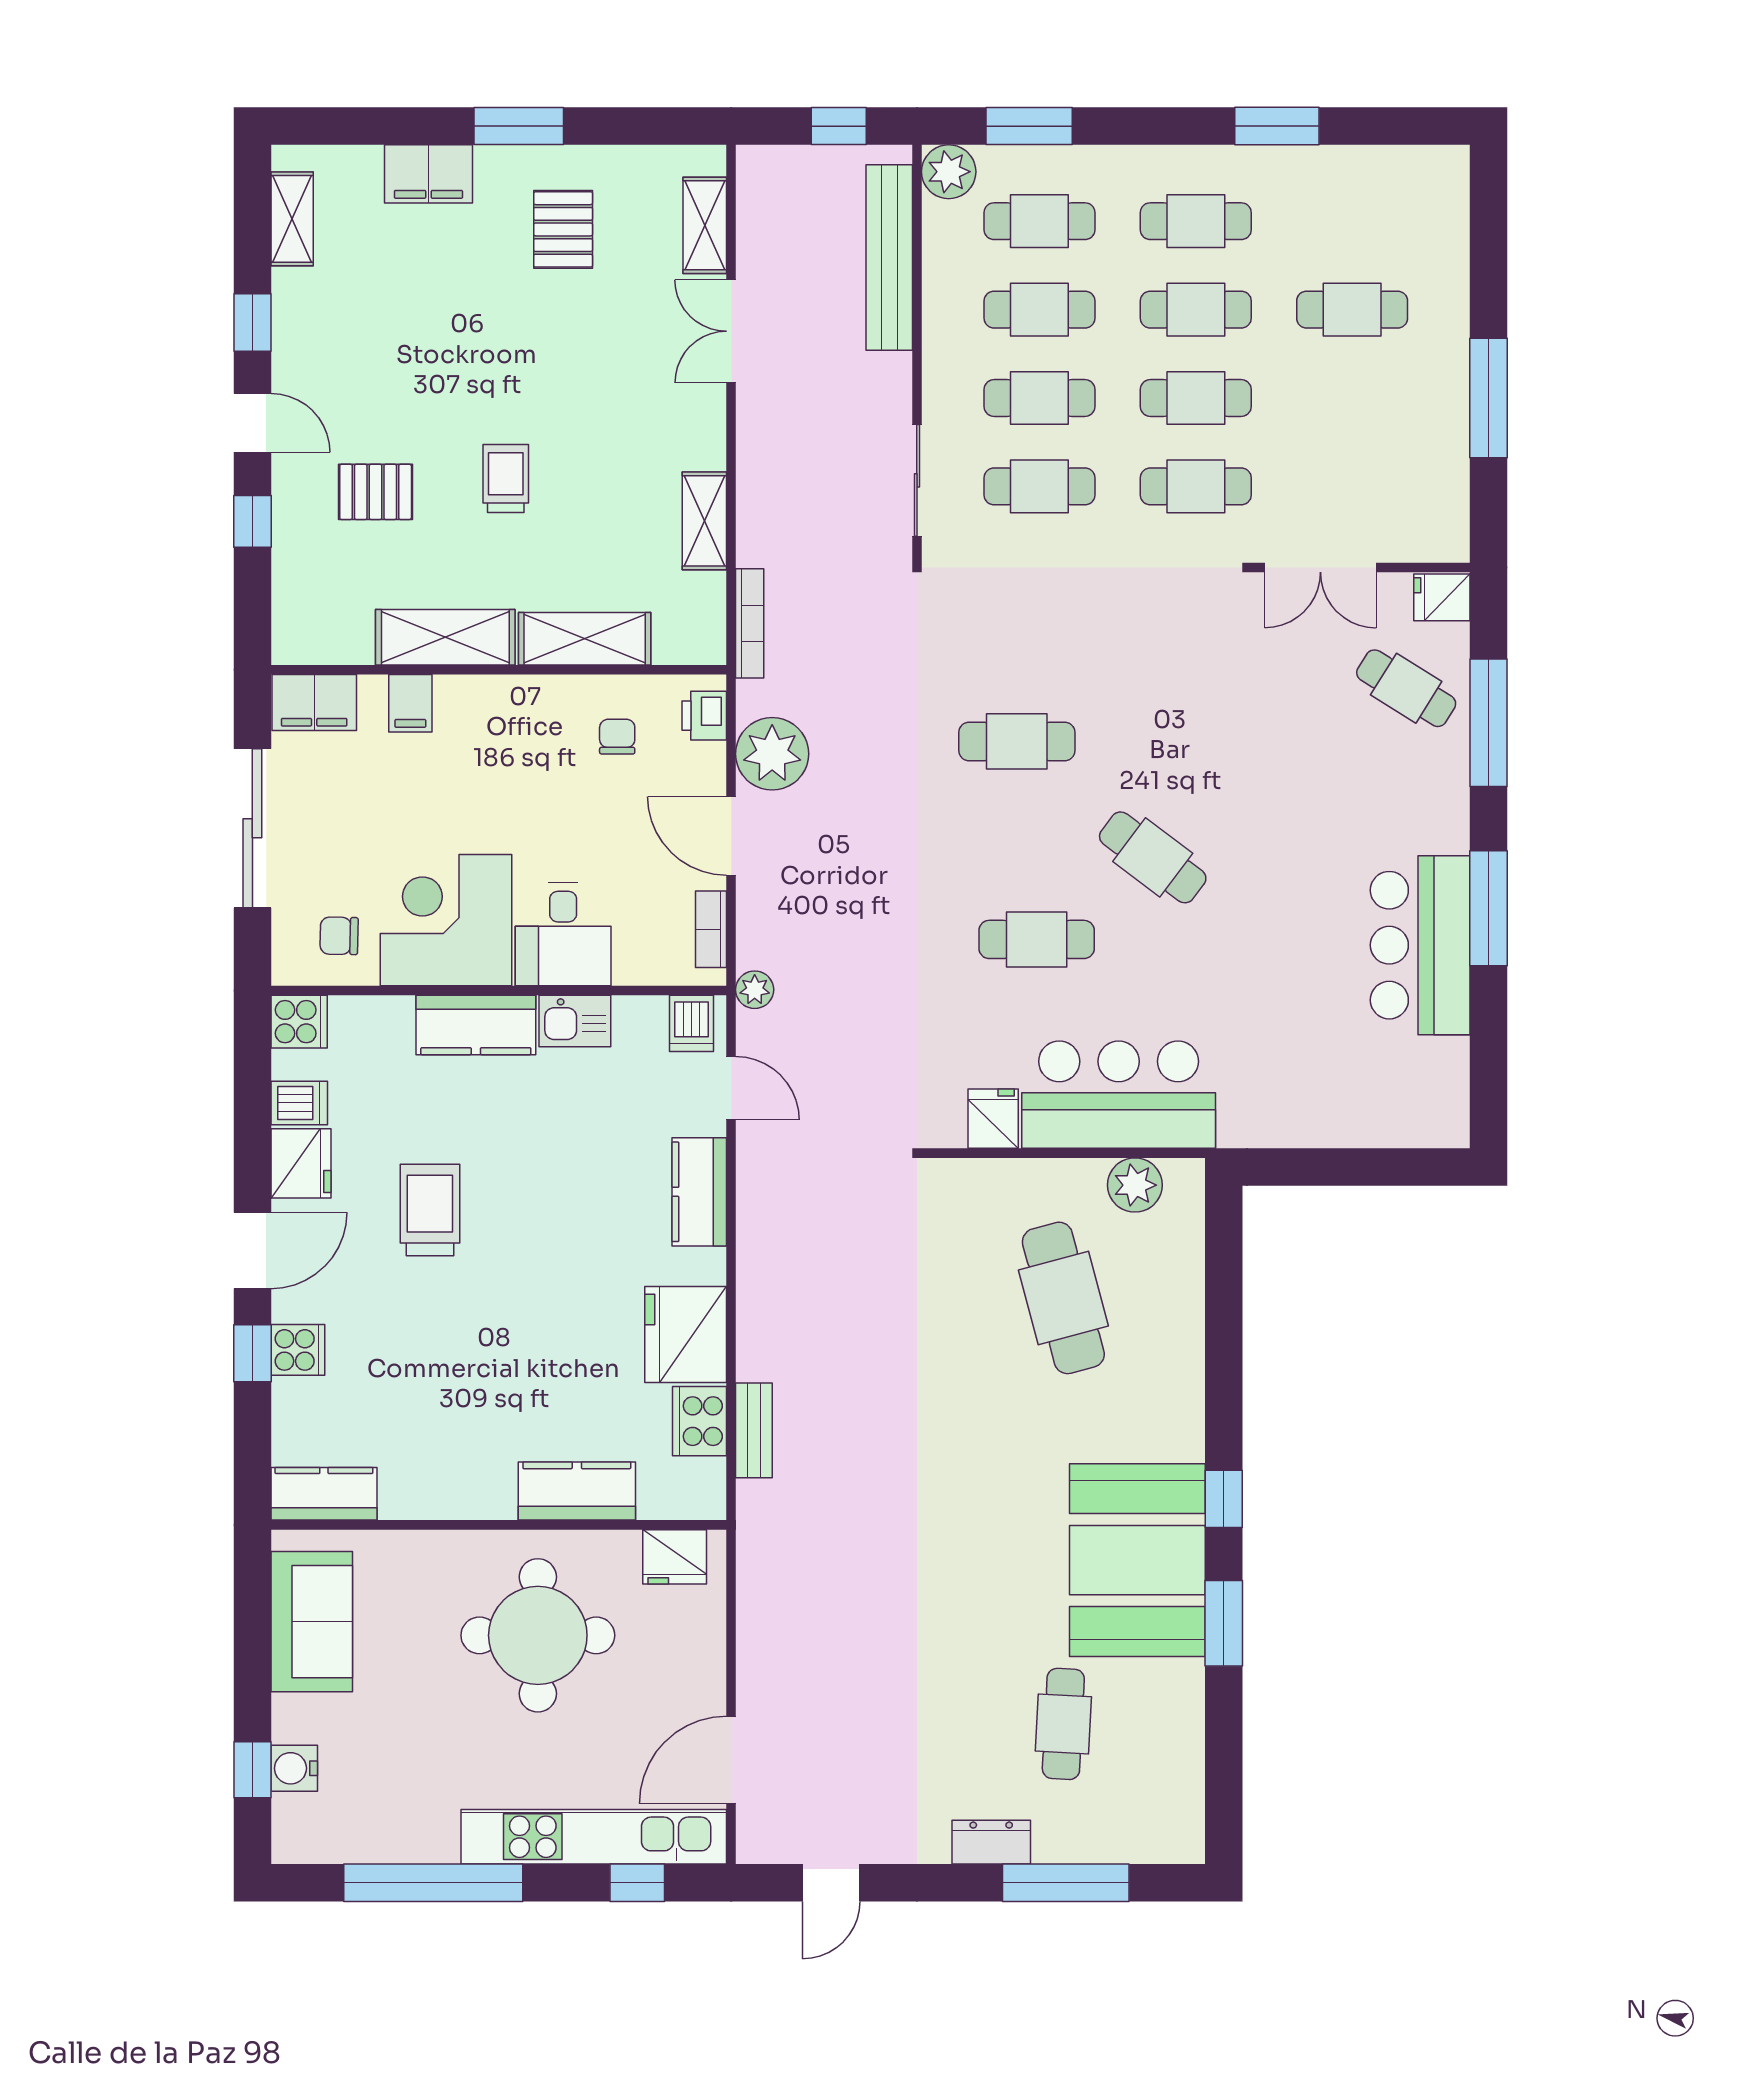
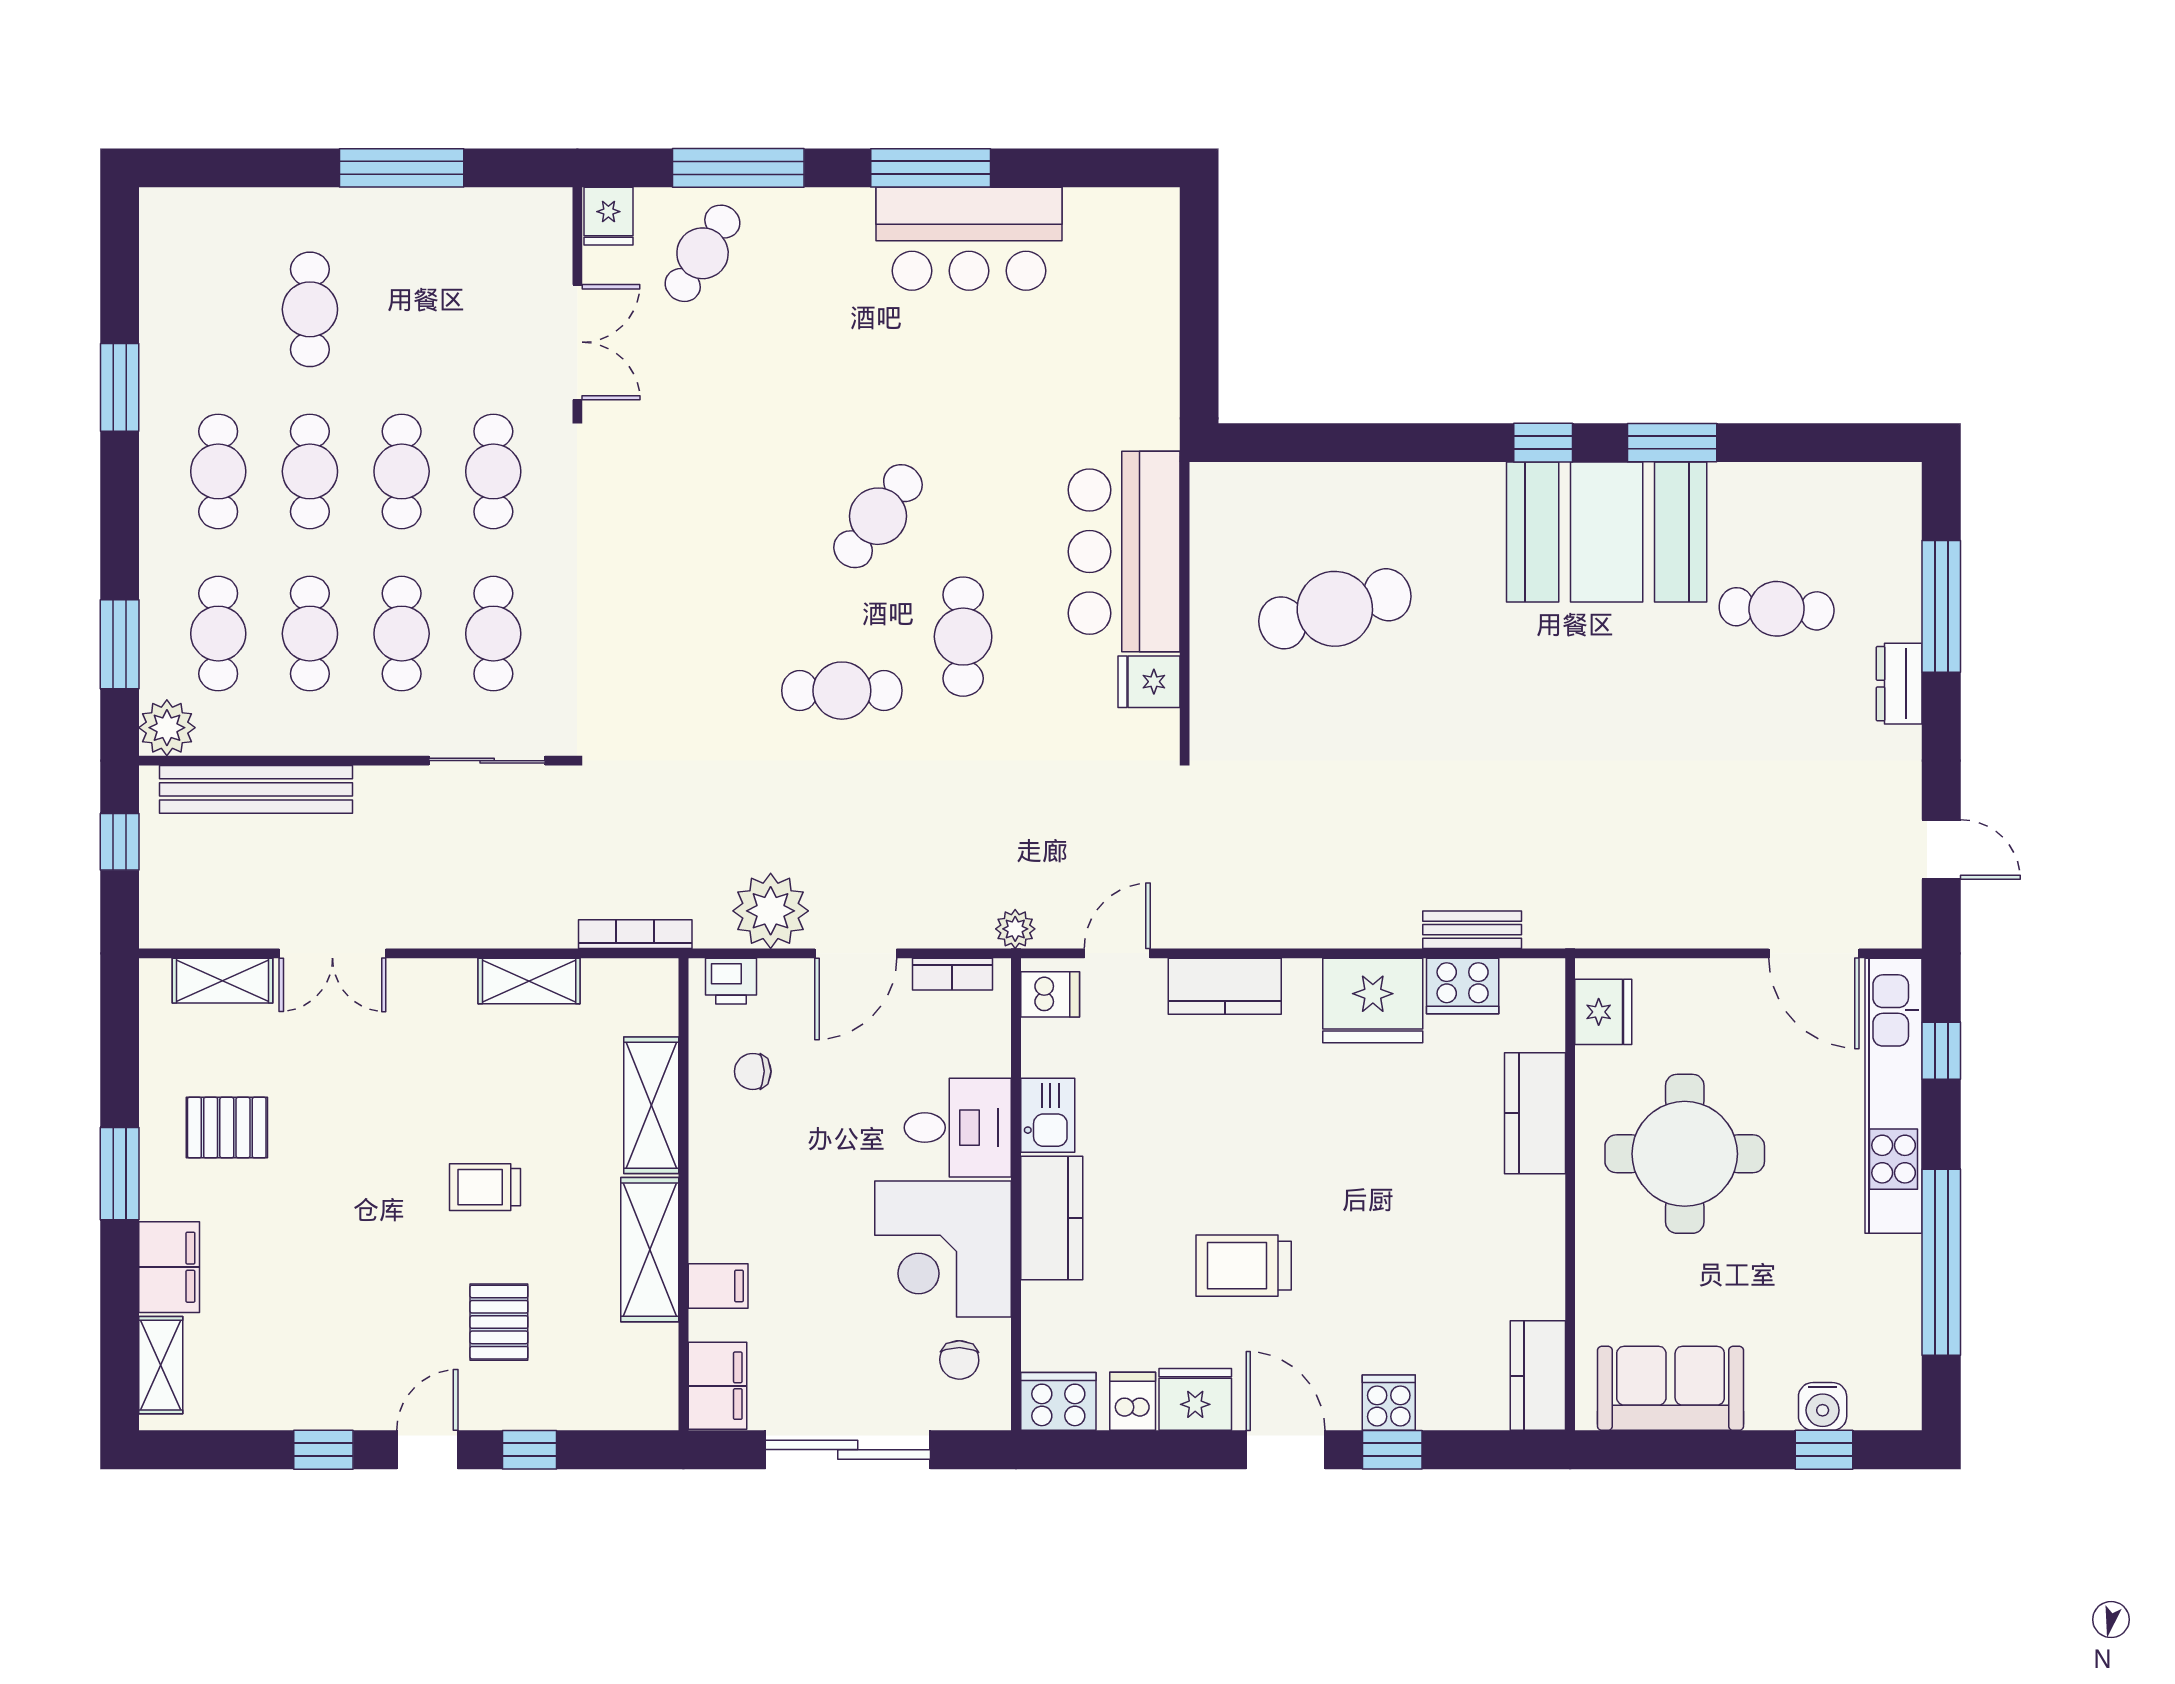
shelving: (292, 219) -> (161, 1365), moved, turned 90
cafe table: (1017, 741) -> (842, 691), moved, turned 90
cooker: (299, 1022) -> (1058, 1401), width x1.36
plant: (1135, 1185) -> (1218, 535), removed

